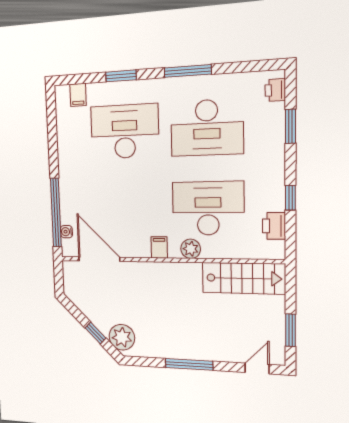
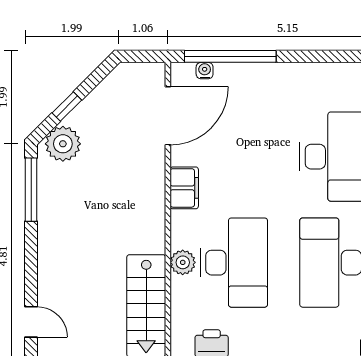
filing cabinet: (159, 247) -> (184, 188), width x2.00
plant: (191, 249) -> (183, 262), moved
window: (189, 364) -> (31, 190), moved

